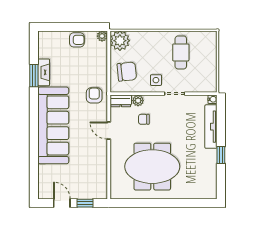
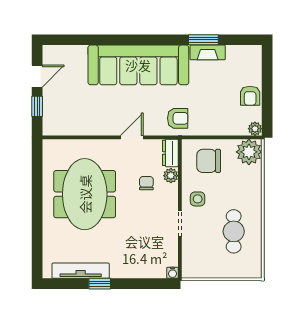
cafe table: (181, 52) -> (234, 231), turned 90
chair: (127, 72) -> (209, 161), turned 96
tv unit: (211, 127) -> (81, 271), moved

